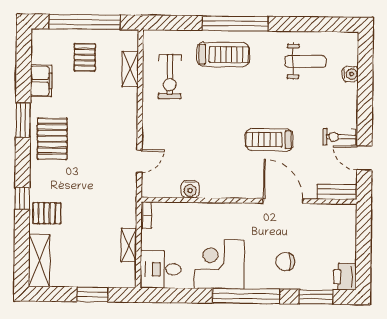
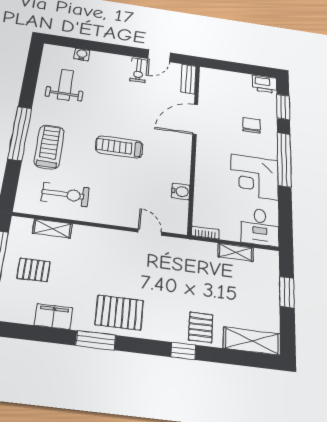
treadmill: (269, 140) -> (119, 147), moved, turned 90
chair: (285, 262) -> (252, 125), turned 180

